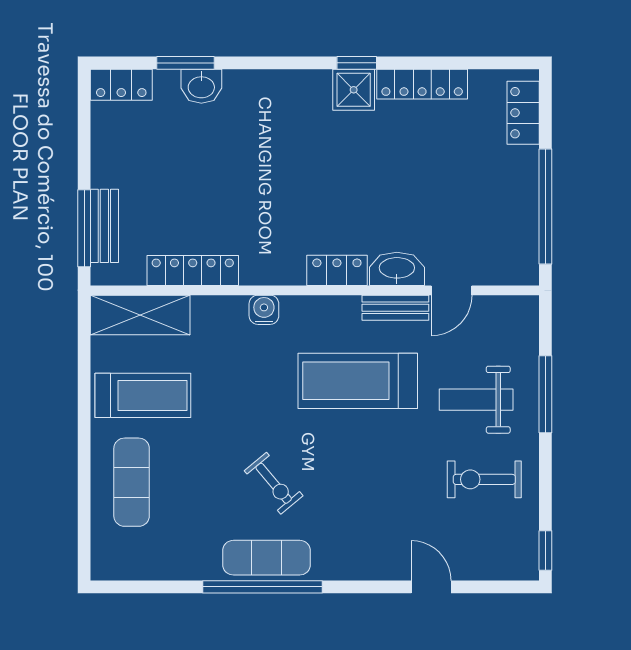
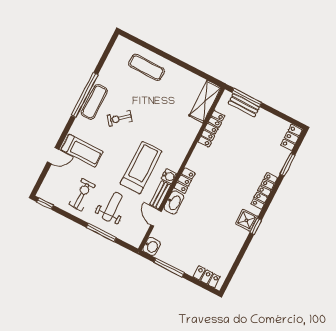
locker: (422, 84) -> (264, 191), moved
washbasin: (201, 86) -> (152, 246), moved, turned 180
window: (545, 206) -> (169, 268), width x0.68
water cooler: (264, 310) -> (169, 176), moved
treadmill: (143, 395) -> (82, 151), moved, turned -90

